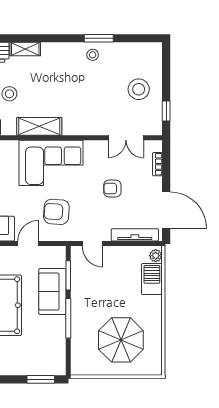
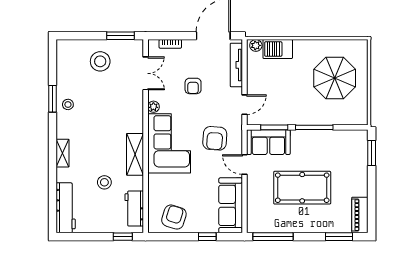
shelving: (25, 49) -> (63, 153), moved
window: (166, 111) -> (121, 36), width x1.50
plant: (90, 146) -> (153, 107), added
sofa: (52, 292) -> (268, 142), moved

